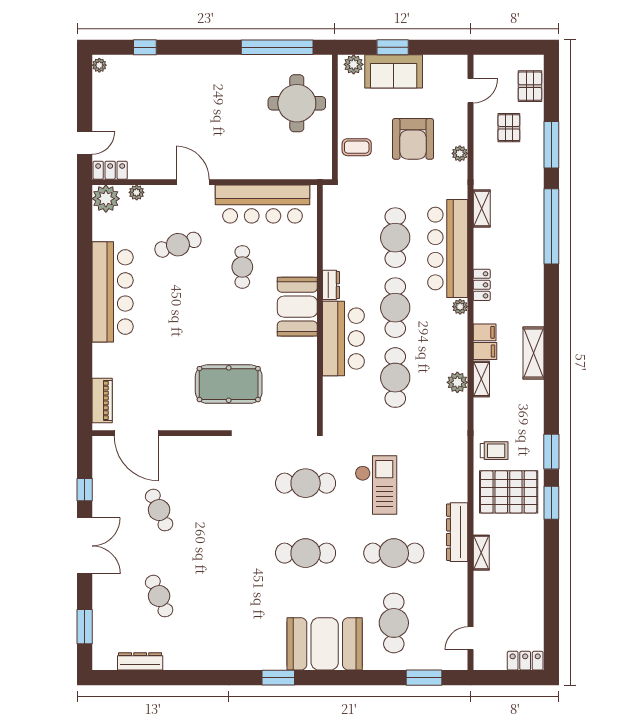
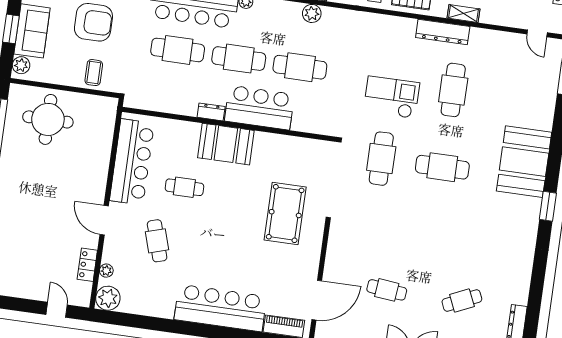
locker: (110, 170) -> (87, 265), moved
door: (193, 182) -> (104, 220), hinge flipped
bar counter: (113, 292) -> (220, 308), moved
cafe table: (159, 510) -> (387, 290), turned 30
cafe table: (306, 553) -> (442, 167), turned 90
cafe table: (394, 623) -> (514, 99), removed

